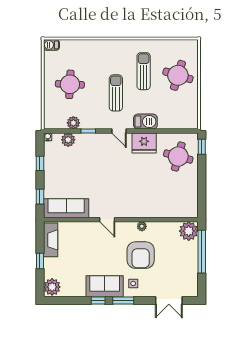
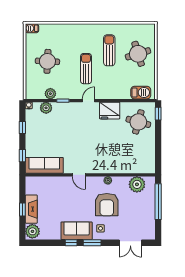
round table: (178, 75) -> (138, 54), turned -34
barbecue: (145, 122) -> (141, 93), moved
door: (119, 131) -> (89, 101), swing flipped
plant: (189, 231) -> (137, 184), moved
fireplace: (51, 240) -> (31, 209), moved

